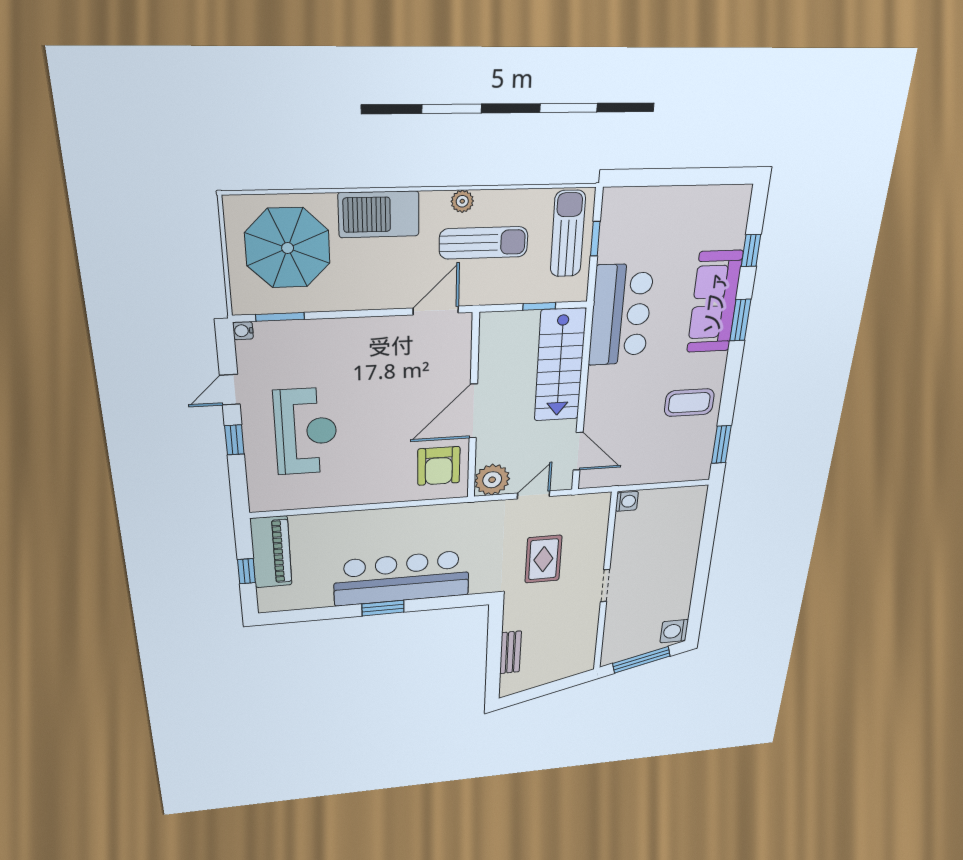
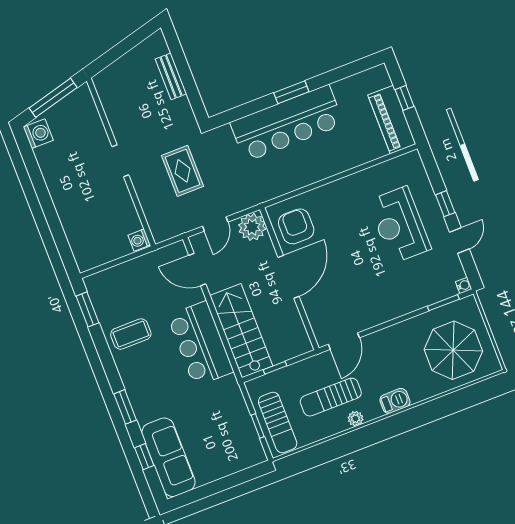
barbecue: (379, 214) -> (395, 401), width x0.53, depth x0.65
sofa: (715, 302) -> (168, 457), moved
bar counter: (621, 315) -> (201, 344), moved

